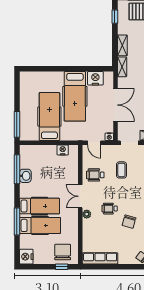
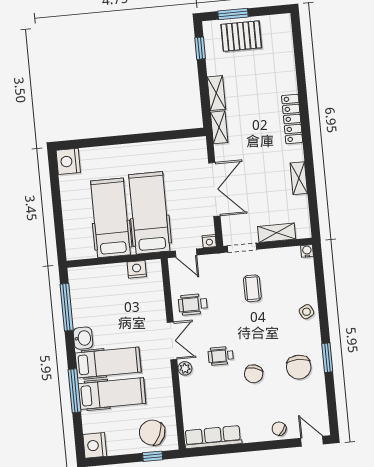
nightstand: (95, 78) -> (68, 161), moved, turned -90
hospital bed: (75, 96) -> (149, 213), moved, turned 180
window: (17, 124) -> (60, 235), removed
coffee table: (121, 170) -> (252, 288), moved
washbasin: (25, 176) -> (83, 338), moved
double door: (80, 196) -> (172, 341), swing flipped
chair: (63, 252) -> (152, 433), turned -66

